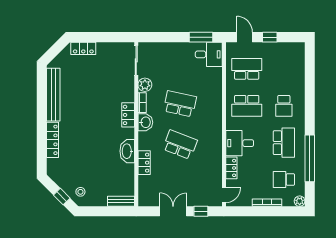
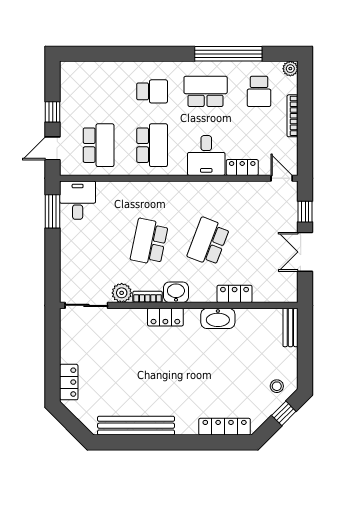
school desk: (247, 69) -> (99, 145), turned 180
locker: (53, 140) -> (225, 427), moved

